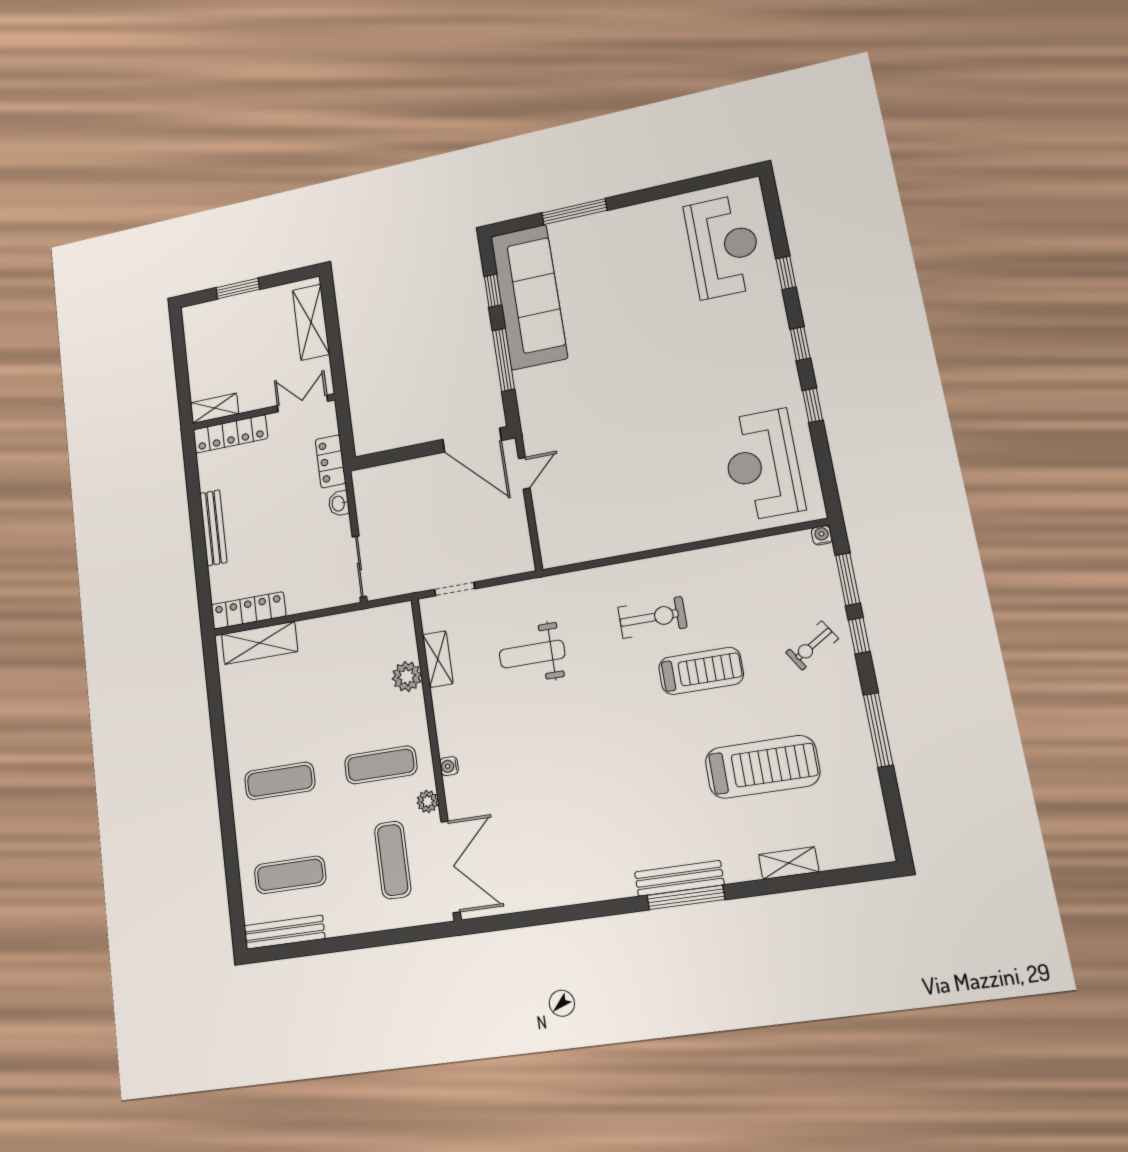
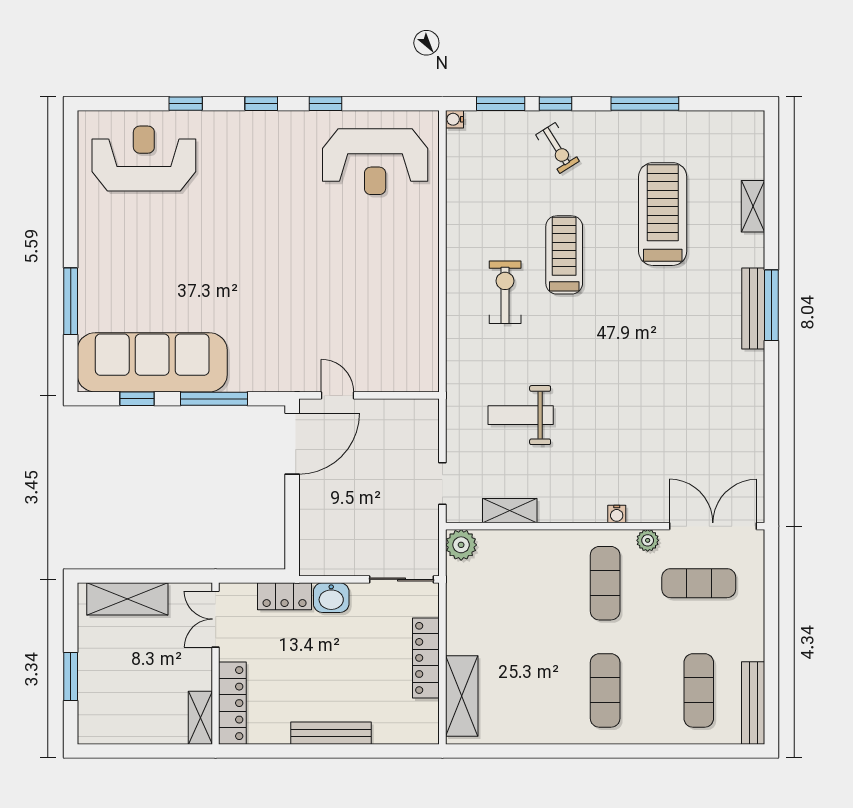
washbasin: (339, 504) -> (331, 598), width x1.38, depth x1.45
locker: (248, 610) -> (426, 658), moved
weight bench: (532, 654) -> (521, 415), turned 90
plant: (407, 677) -> (461, 545), moved

